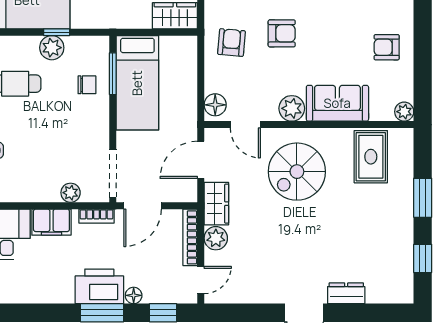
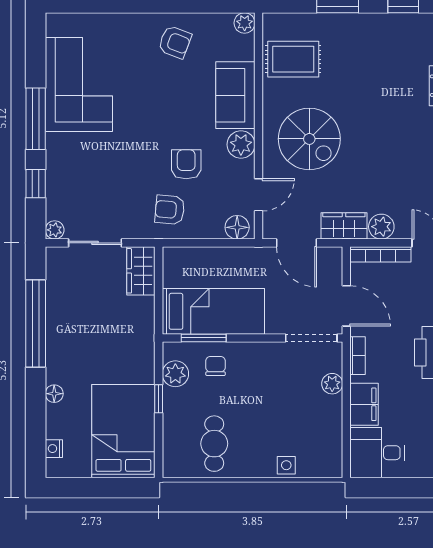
armchair: (282, 33) -> (186, 164), moved
armchair: (387, 47) -> (175, 42), turned -69
plant: (52, 48) -> (175, 374), moved

